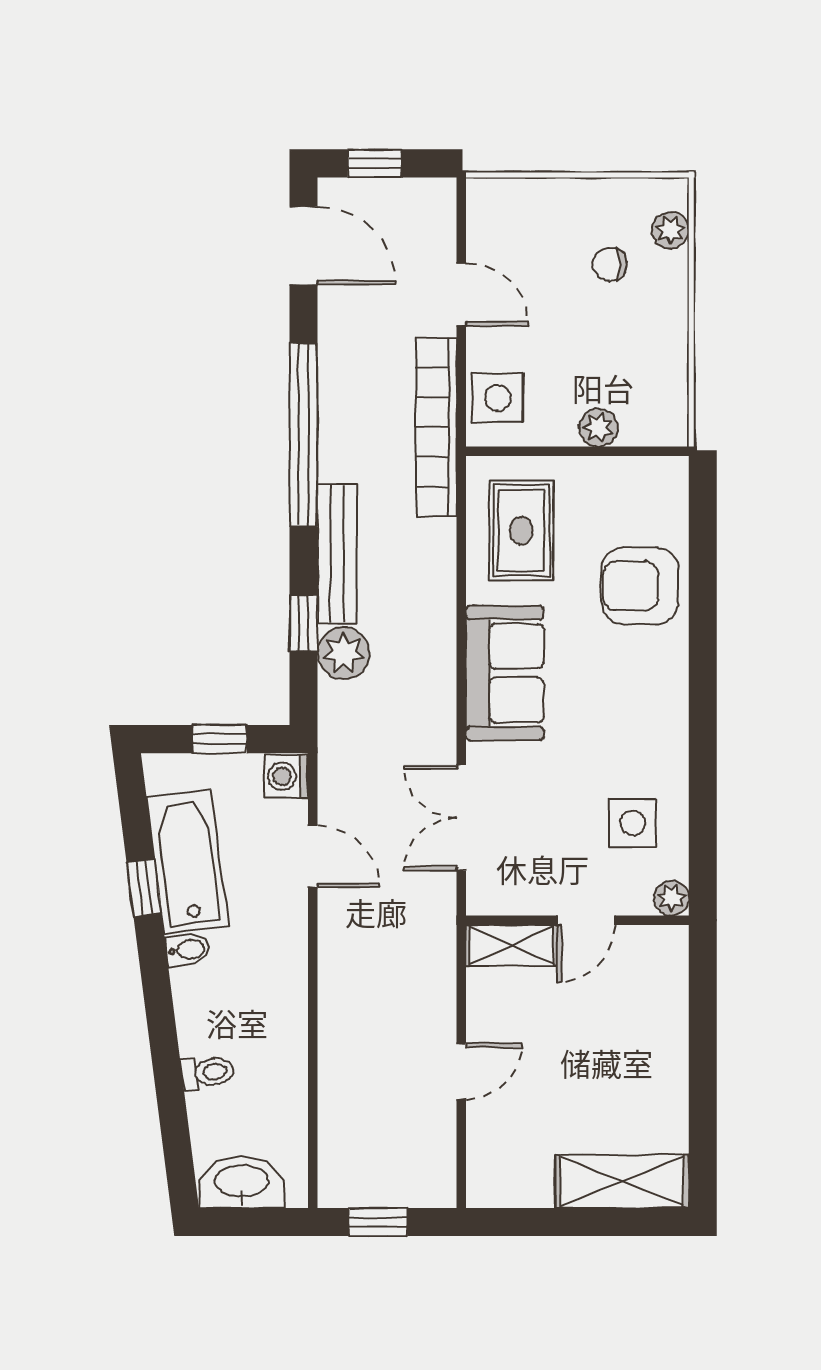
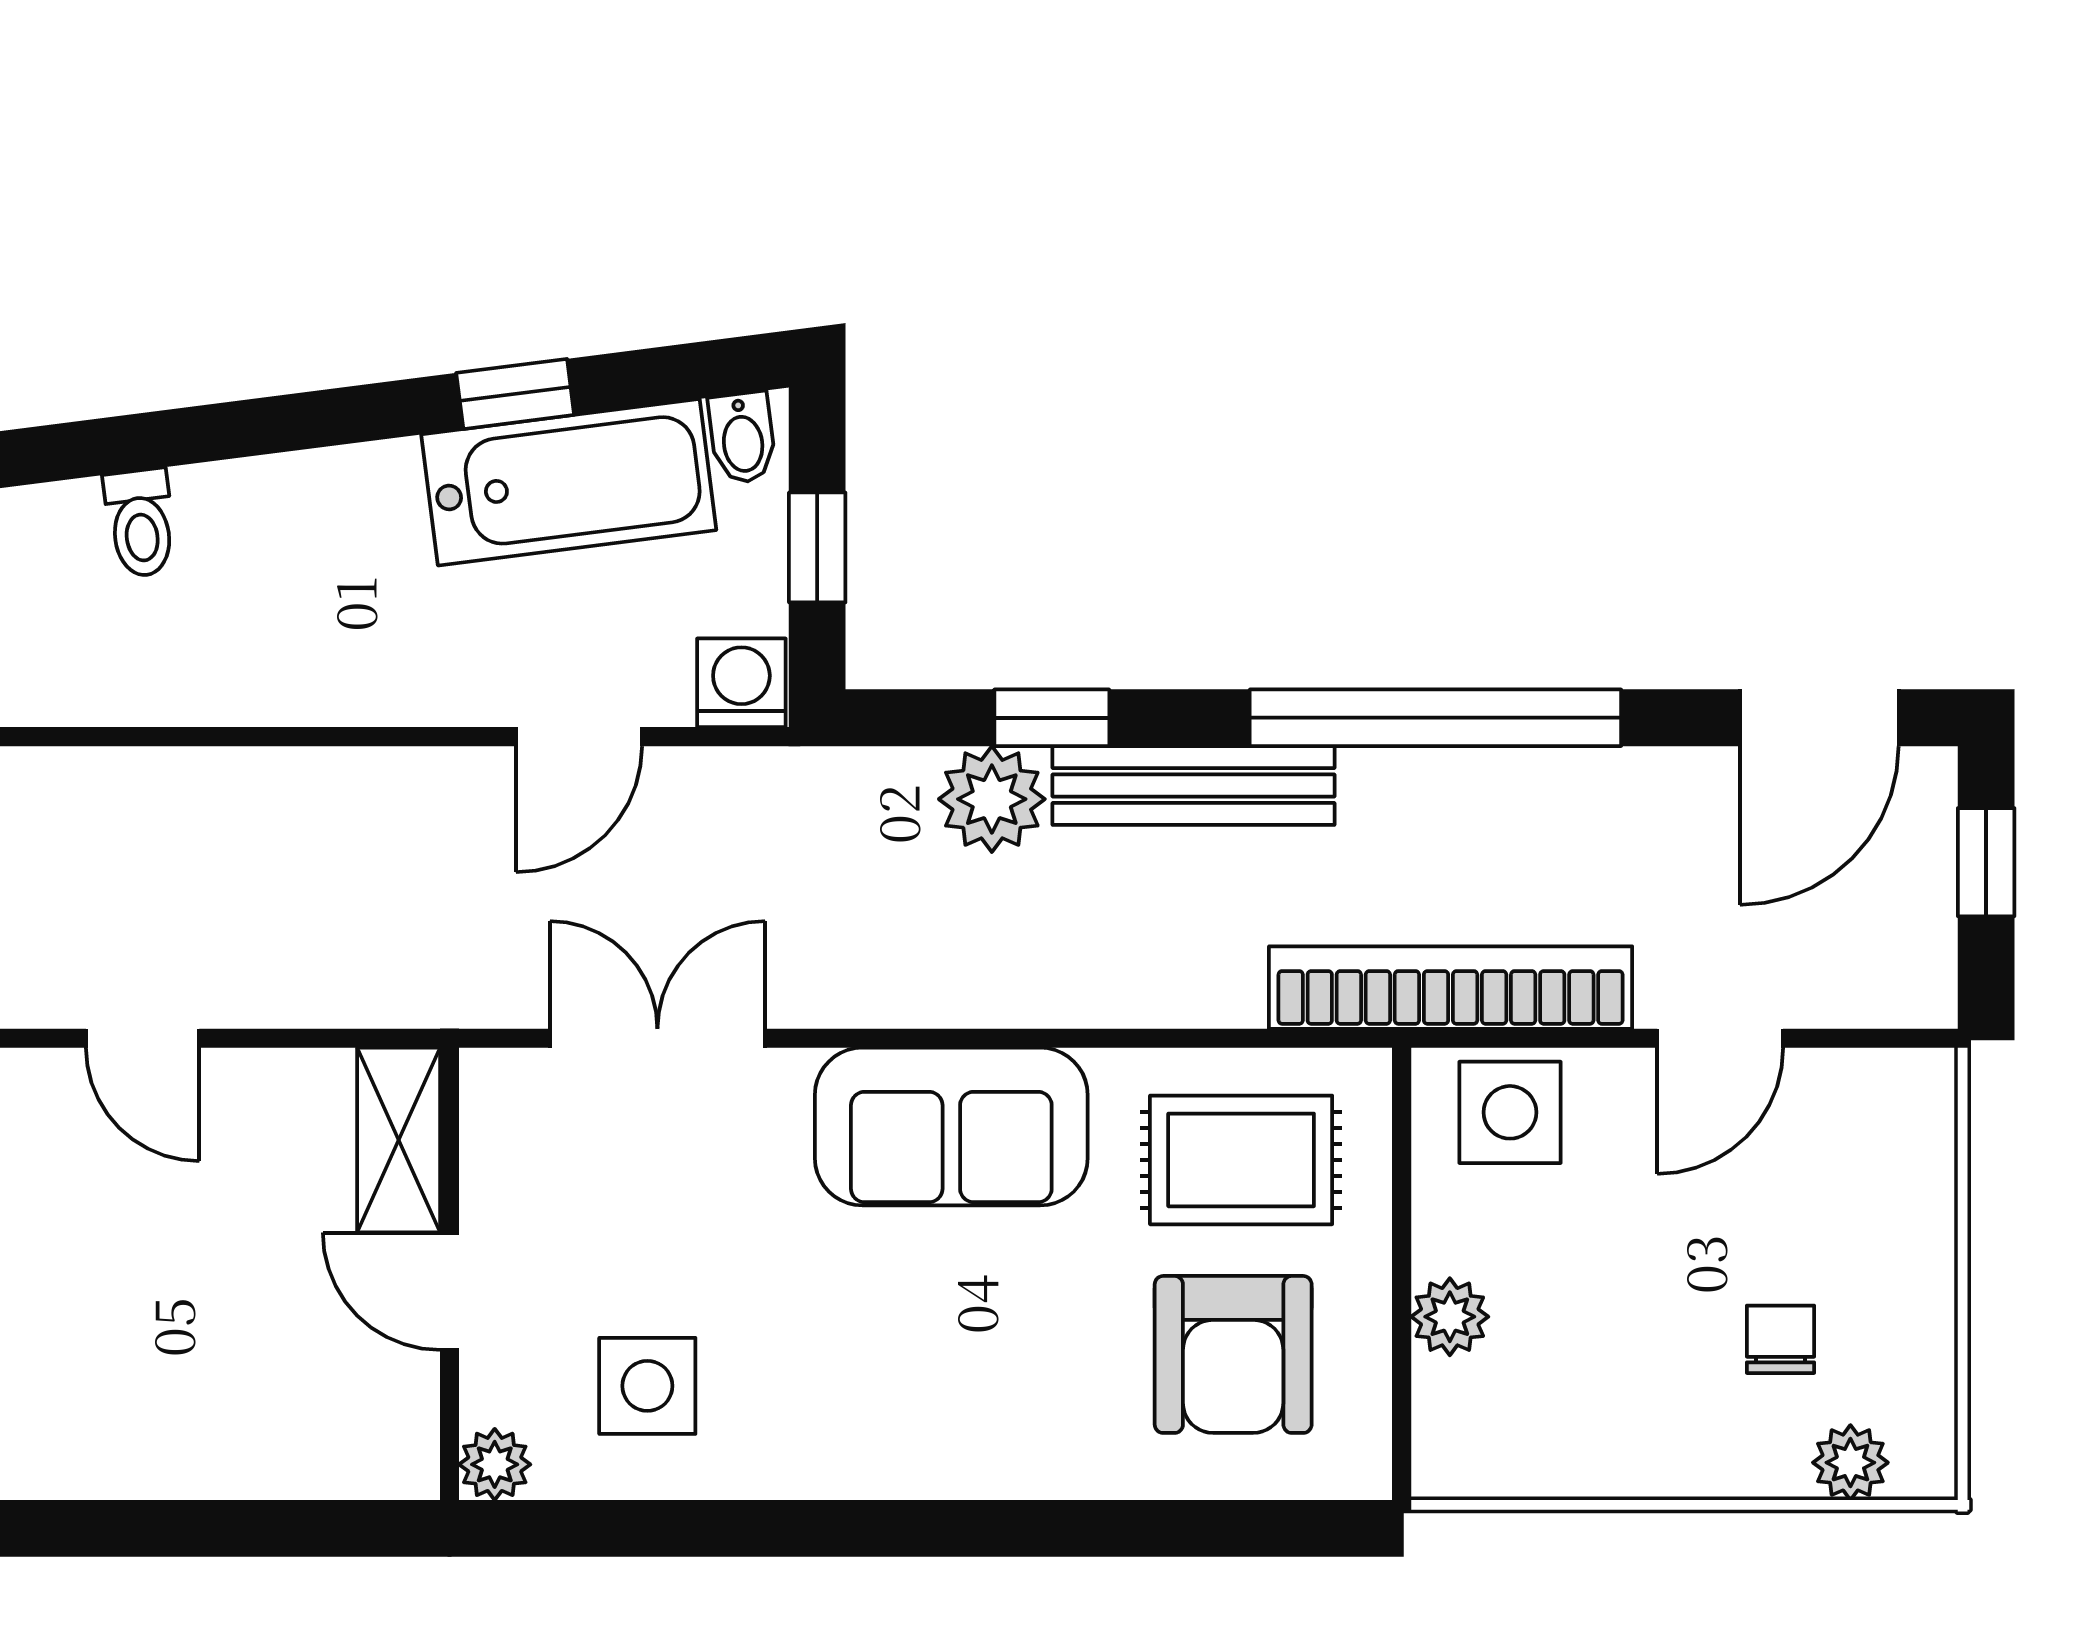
armchair: (640, 586) -> (1233, 1354), moved, turned 180
bidet: (188, 950) -> (742, 438), moved

